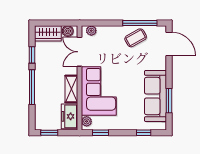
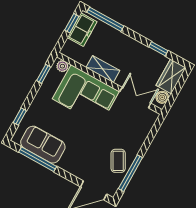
plant: (91, 31) -> (150, 121), removed
window: (32, 87) -> (105, 19), moved
sofa: (155, 96) -> (43, 145), width x0.73
window: (169, 101) -> (38, 159), width x1.44
freezer: (69, 116) -> (82, 30), moved, turned 90

